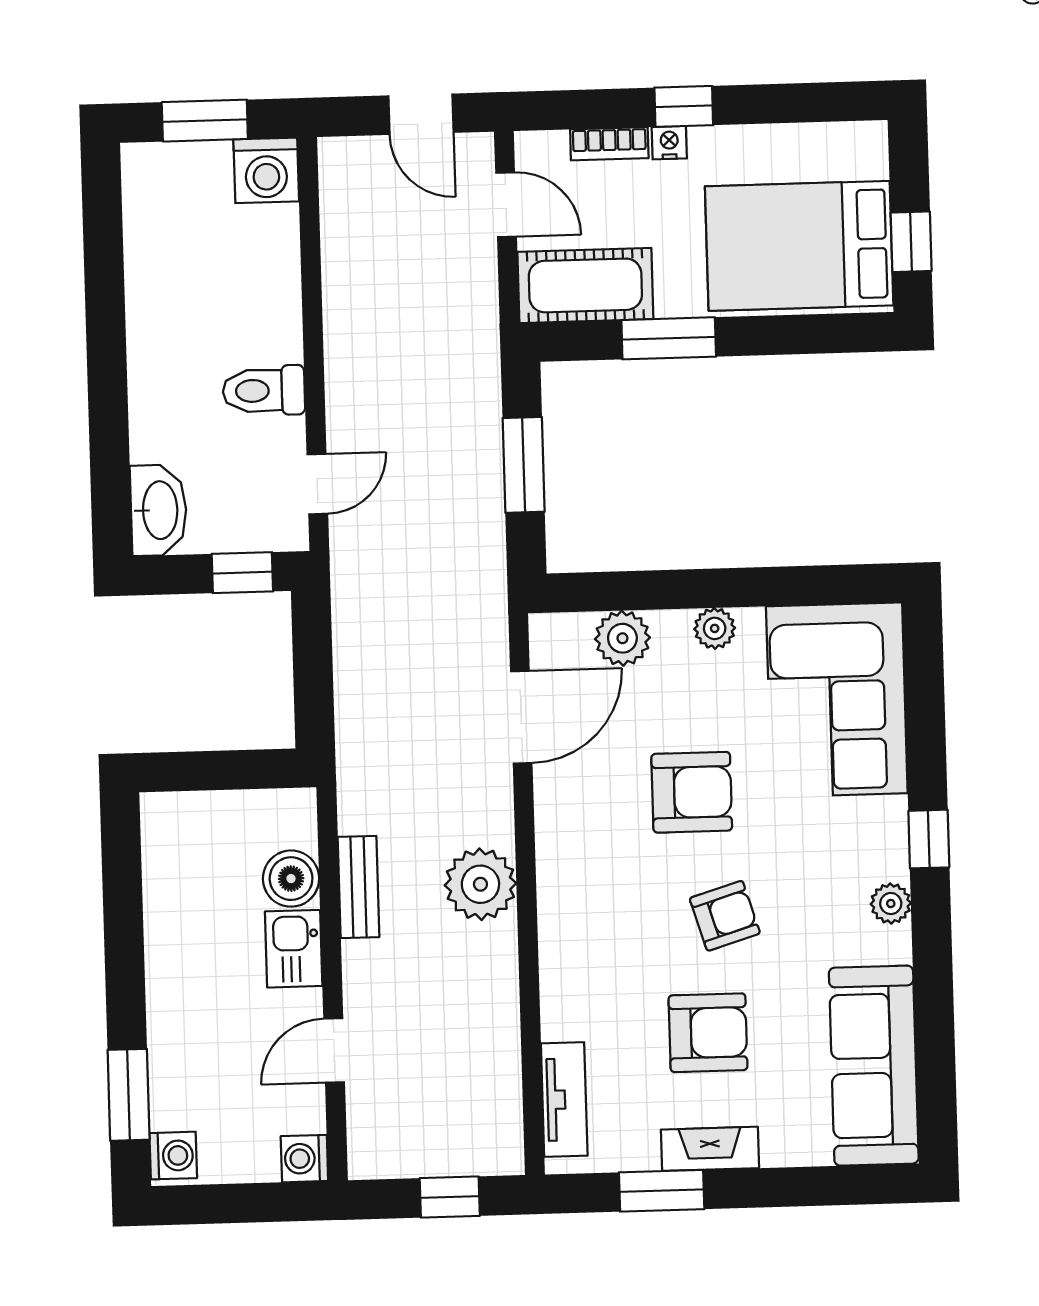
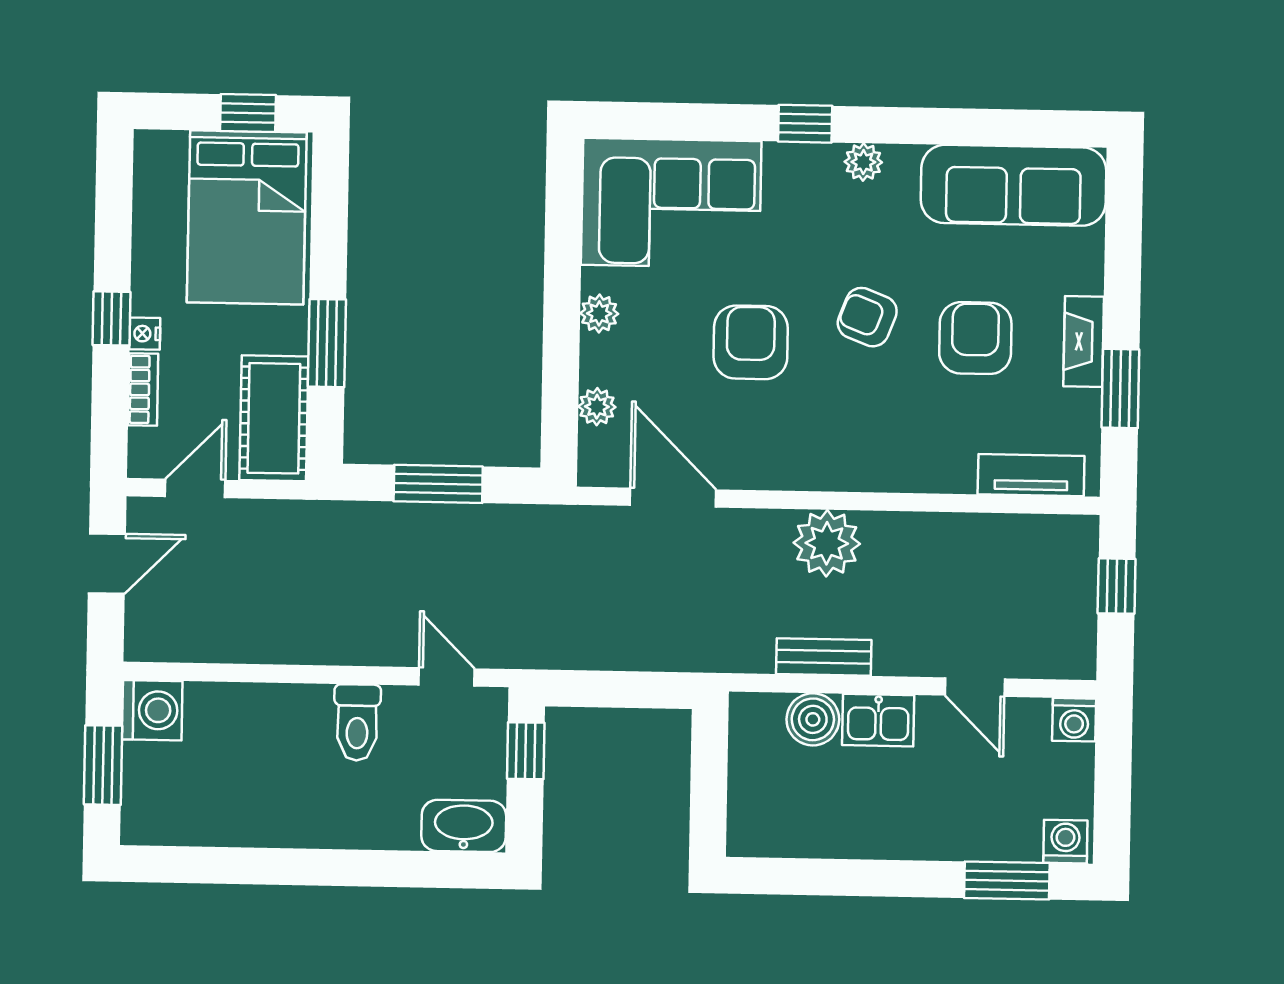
plant: (622, 638) -> (597, 407), width x0.73, depth x0.73
armchair: (725, 916) -> (867, 317), turned -52

